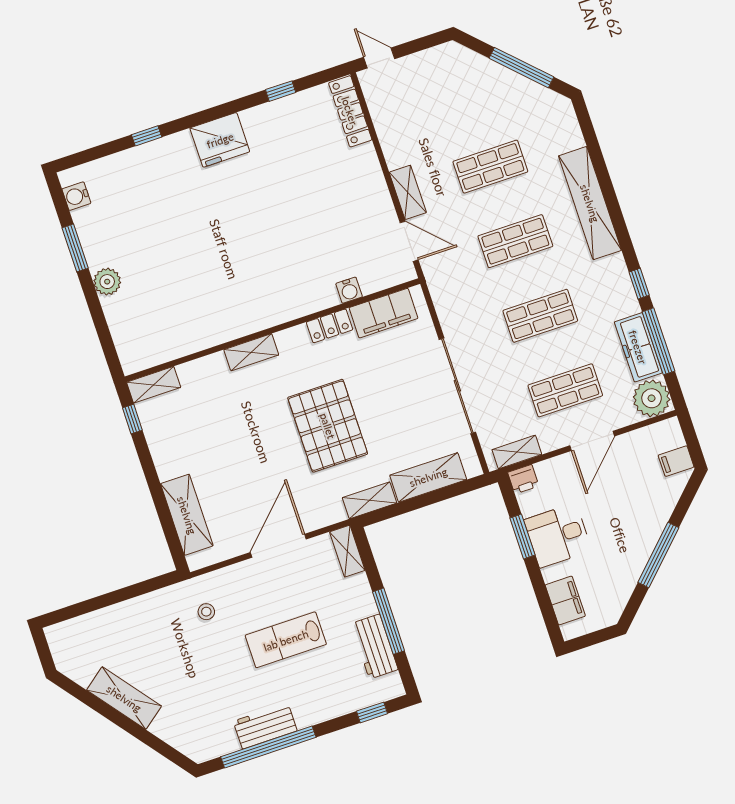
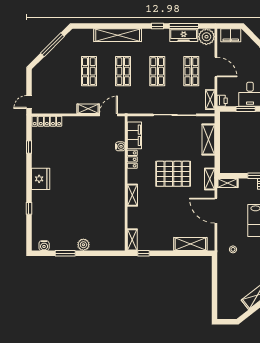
filing cabinet: (676, 461) -> (231, 35), width x2.00
shelving: (369, 500) -> (210, 179), moved

